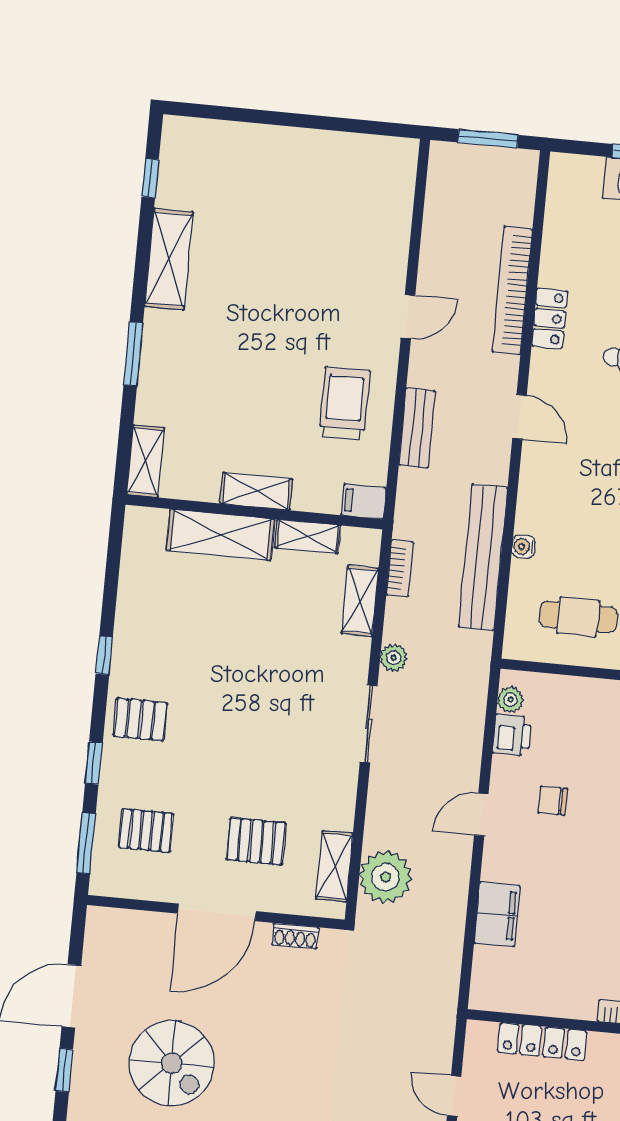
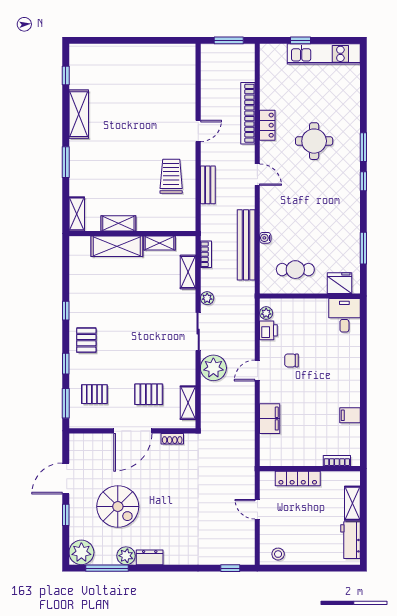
shelving: (256, 491) -> (118, 223), moved
filing cabinet: (364, 501) -> (185, 223), removed
pallet: (140, 719) -> (86, 340), turned 90
plant: (385, 877) -> (213, 368), moved

